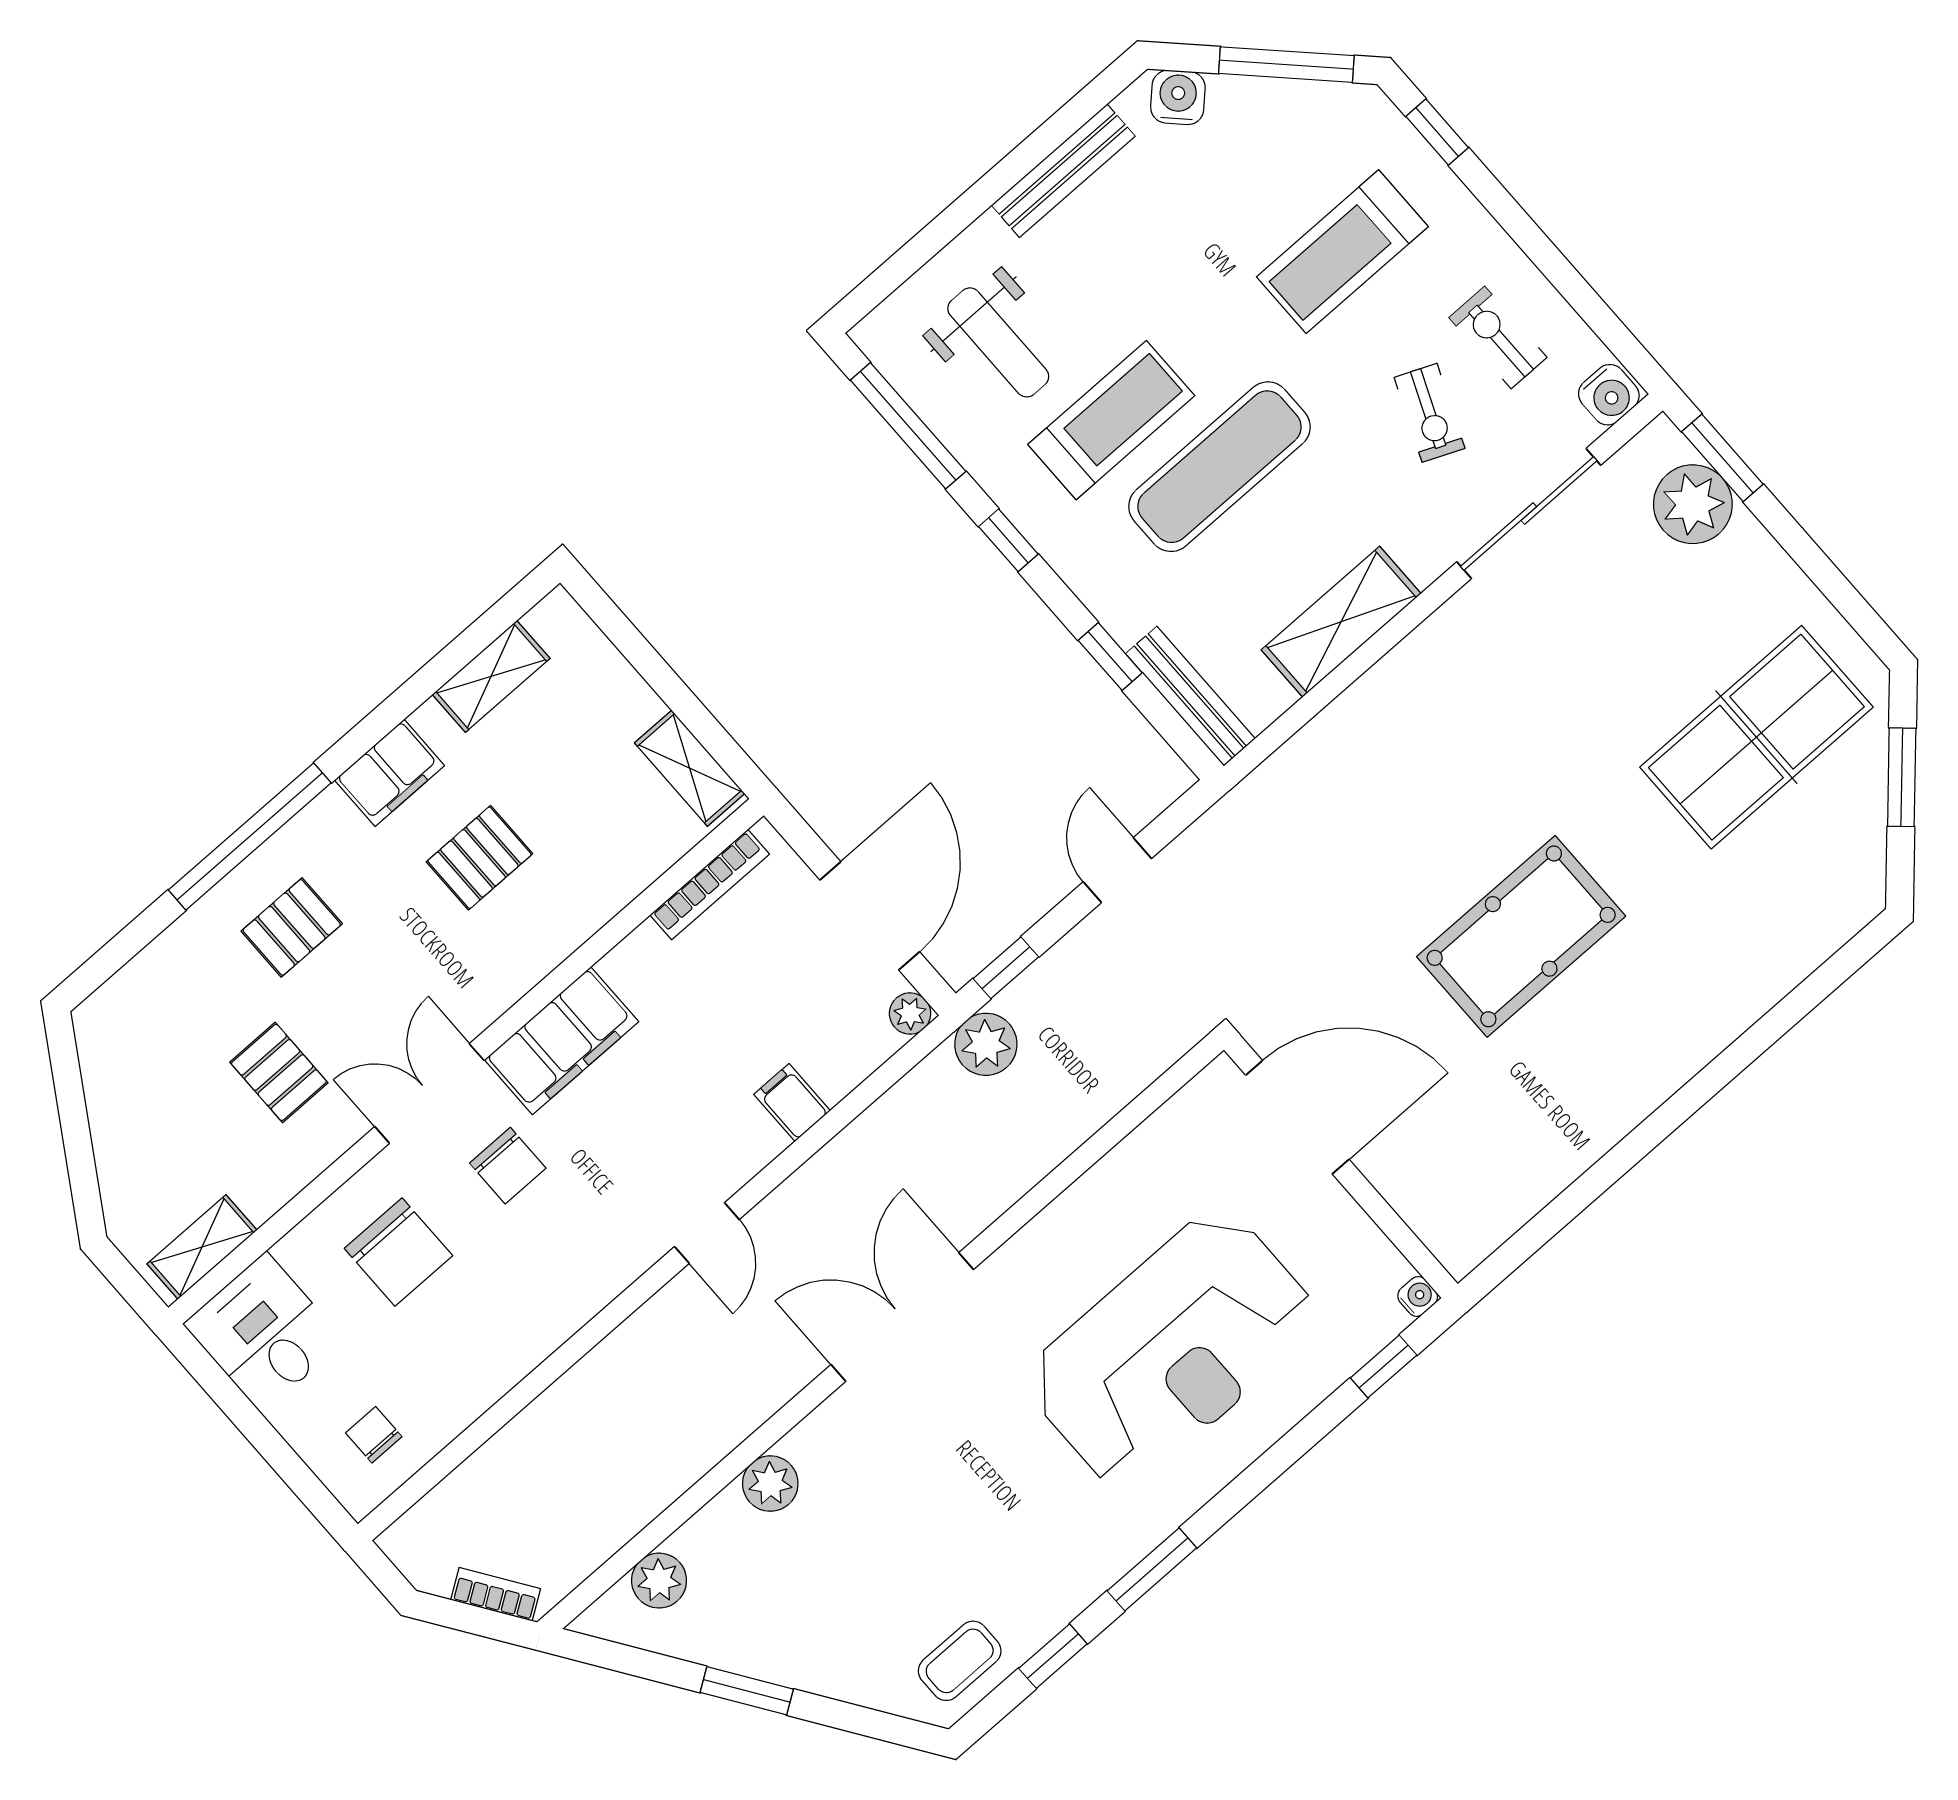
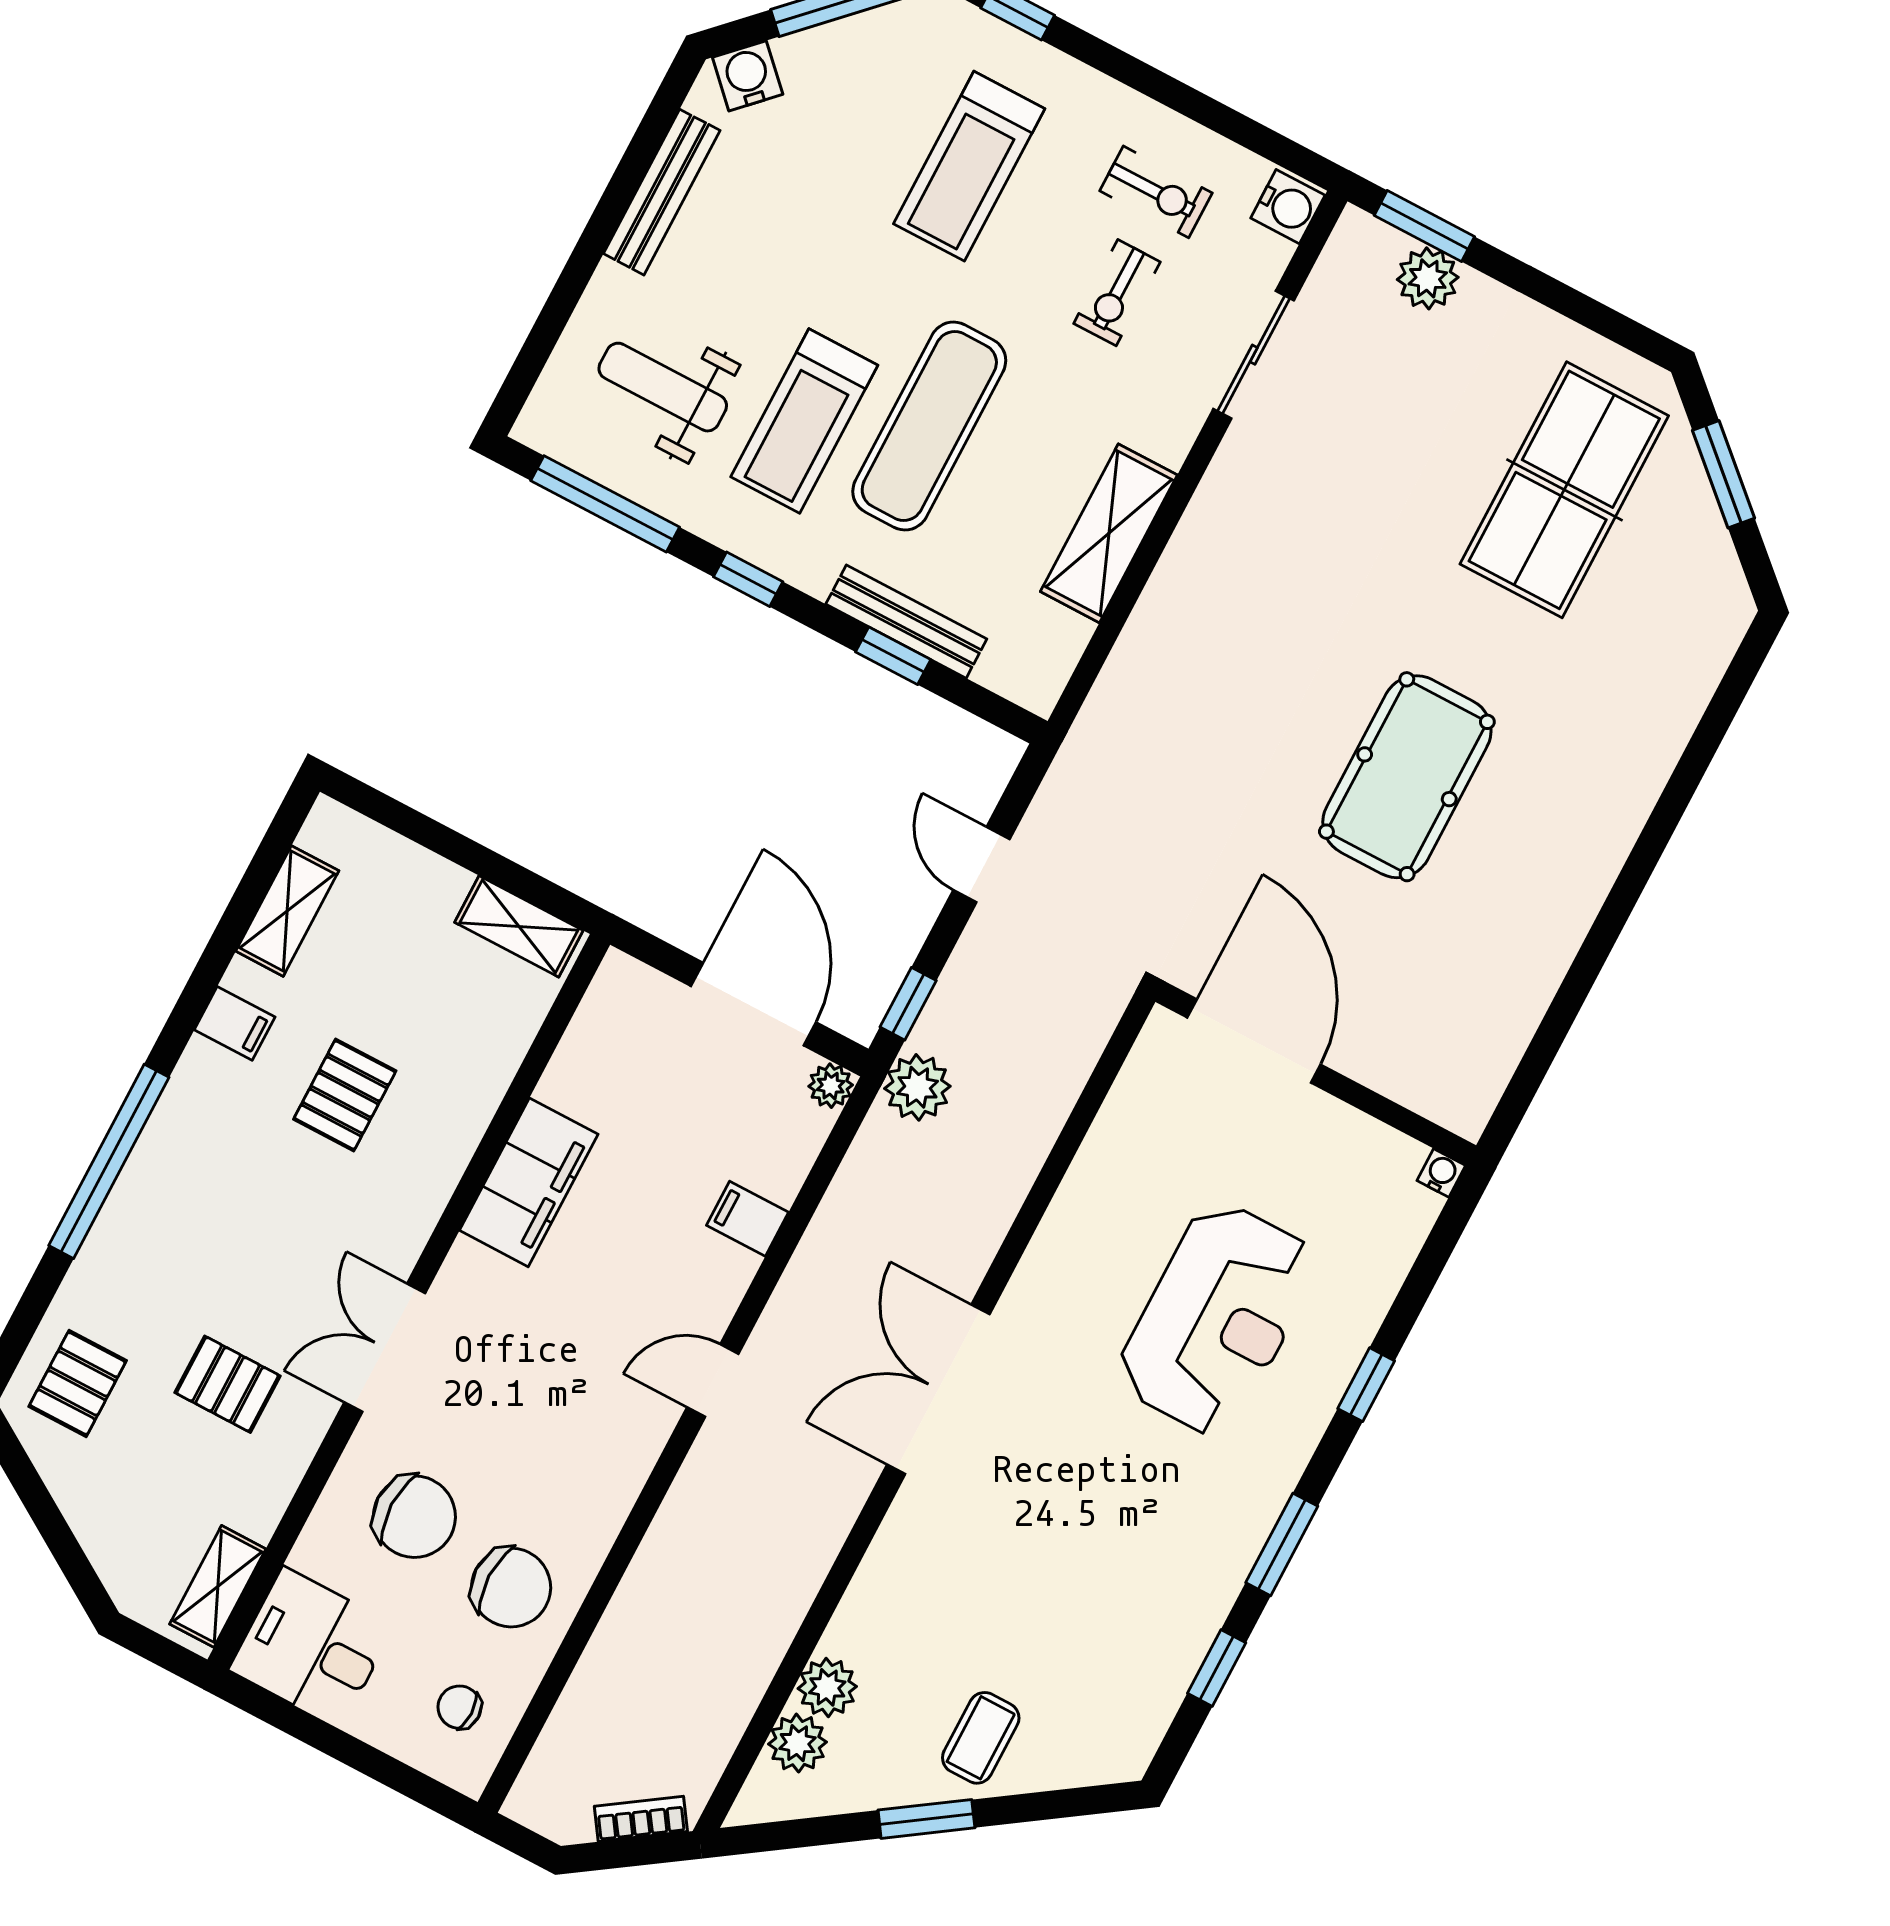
exercise bike: (1498, 337) -> (1156, 192), turned 180
weight bench: (998, 342) -> (663, 387), turned 180
exercise bike: (1430, 413) -> (1117, 293), turned 67
treadmill: (1111, 420) -> (804, 421), turned 180
plant: (1693, 504) -> (1428, 278), width x0.73, depth x0.73
sliding door: (1529, 514) -> (1254, 355), width x0.73
bench: (1190, 696) -> (906, 622), moved
filing cabinet: (390, 773) -> (235, 1023), width x0.50
bookcase: (710, 885) -> (583, 1034), removed
pallet: (292, 927) -> (78, 1383), moved
filing cabinet: (562, 1041) -> (529, 1182), moved
door: (1297, 1117) -> (1254, 1041), hinge flipped
chair: (508, 1166) -> (511, 1588), moved, width x1.37, depth x1.37
door: (707, 1233) -> (713, 1381), swing flipped
reception desk: (1171, 1349) -> (1217, 1319), width x0.74, depth x0.77
window: (1384, 1367) -> (1366, 1385), moved
plant: (770, 1484) -> (827, 1687), moved
coffee table: (960, 1661) -> (981, 1738), moved

